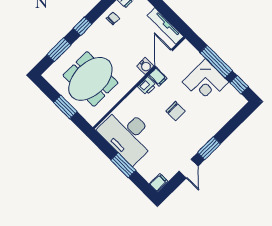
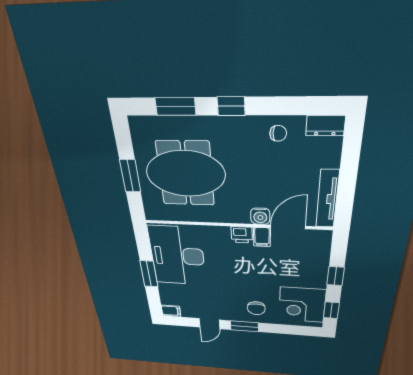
window: (216, 62) -> (336, 276), width x0.46
corner desk: (205, 82) -> (302, 305), moved
chair: (176, 111) -> (256, 308), moved

